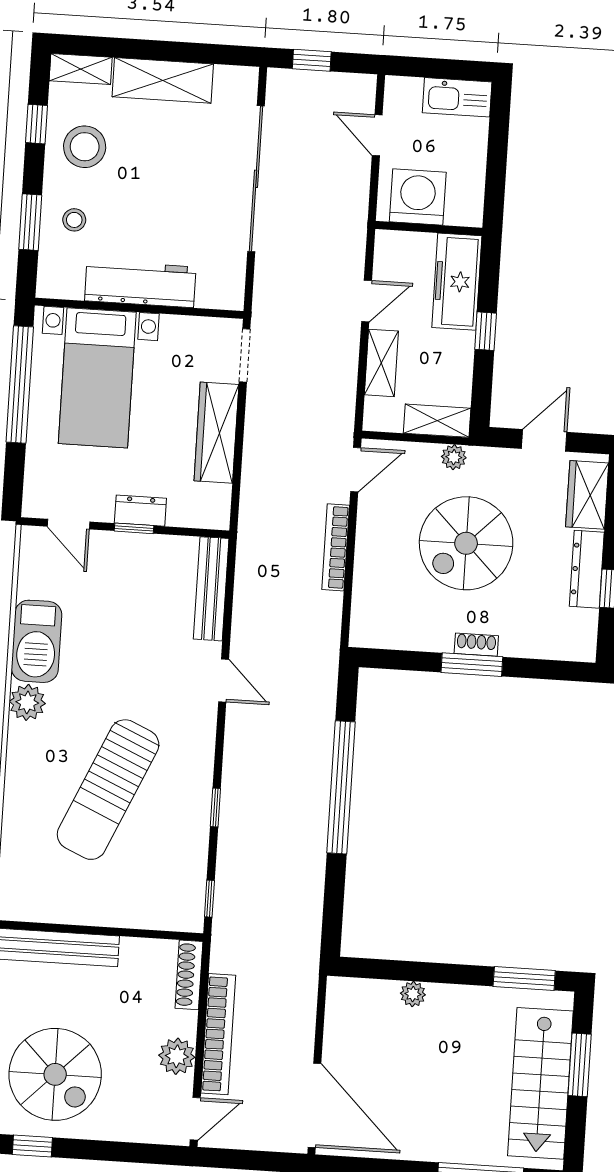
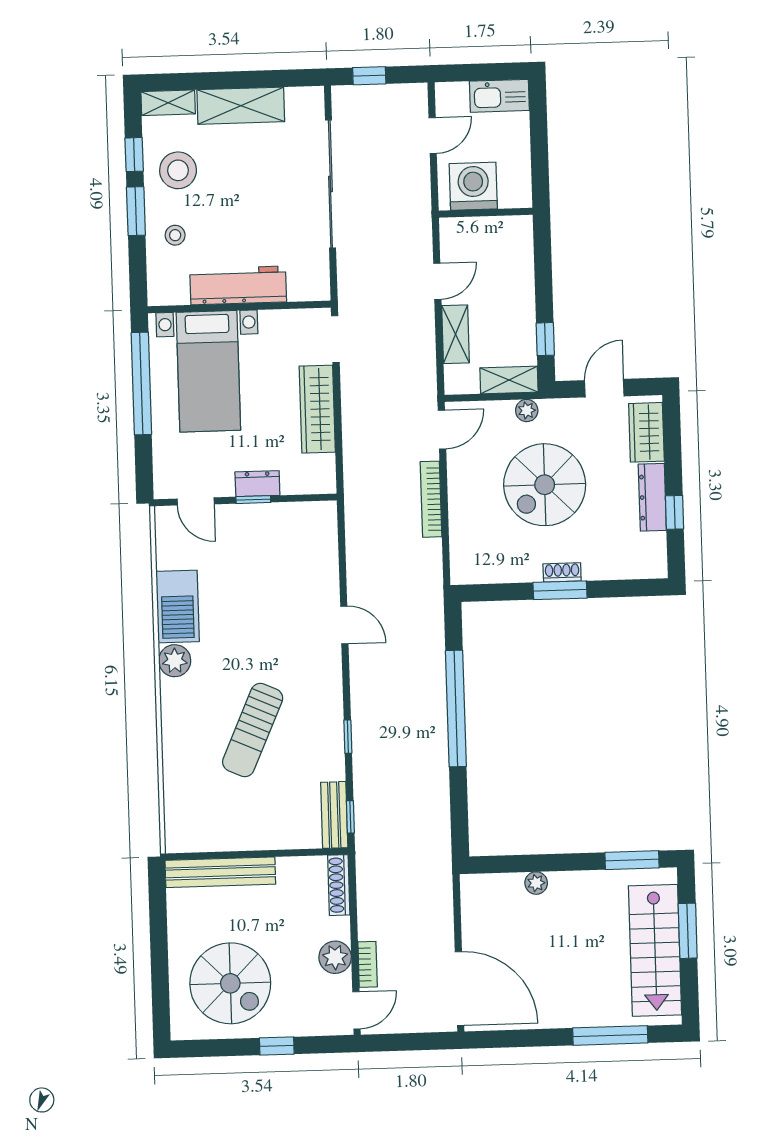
door: (377, 135) -> (433, 136), swing flipped
window: (30, 222) -> (136, 211), moved
freezer: (457, 282) -> (515, 257), removed
window: (486, 331) -> (545, 339), moved
bench: (211, 589) -> (334, 815), moved, width x0.73
sun lounger: (108, 790) -> (253, 730), width x0.73, depth x0.75
bookcase: (218, 1034) -> (368, 964), width x0.43, depth x0.76
window: (32, 1146) -> (277, 1046), moved

